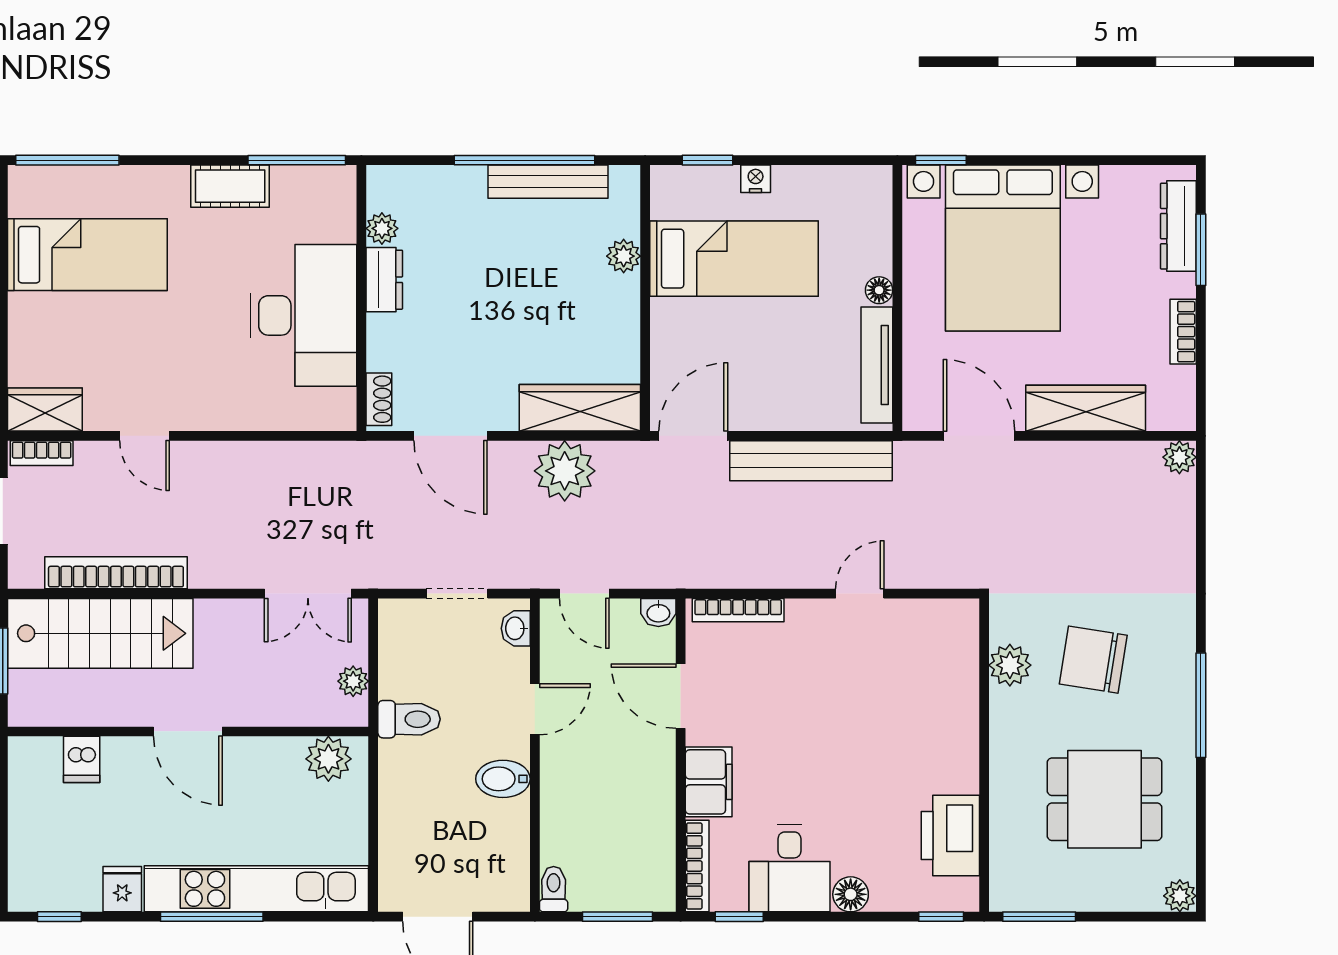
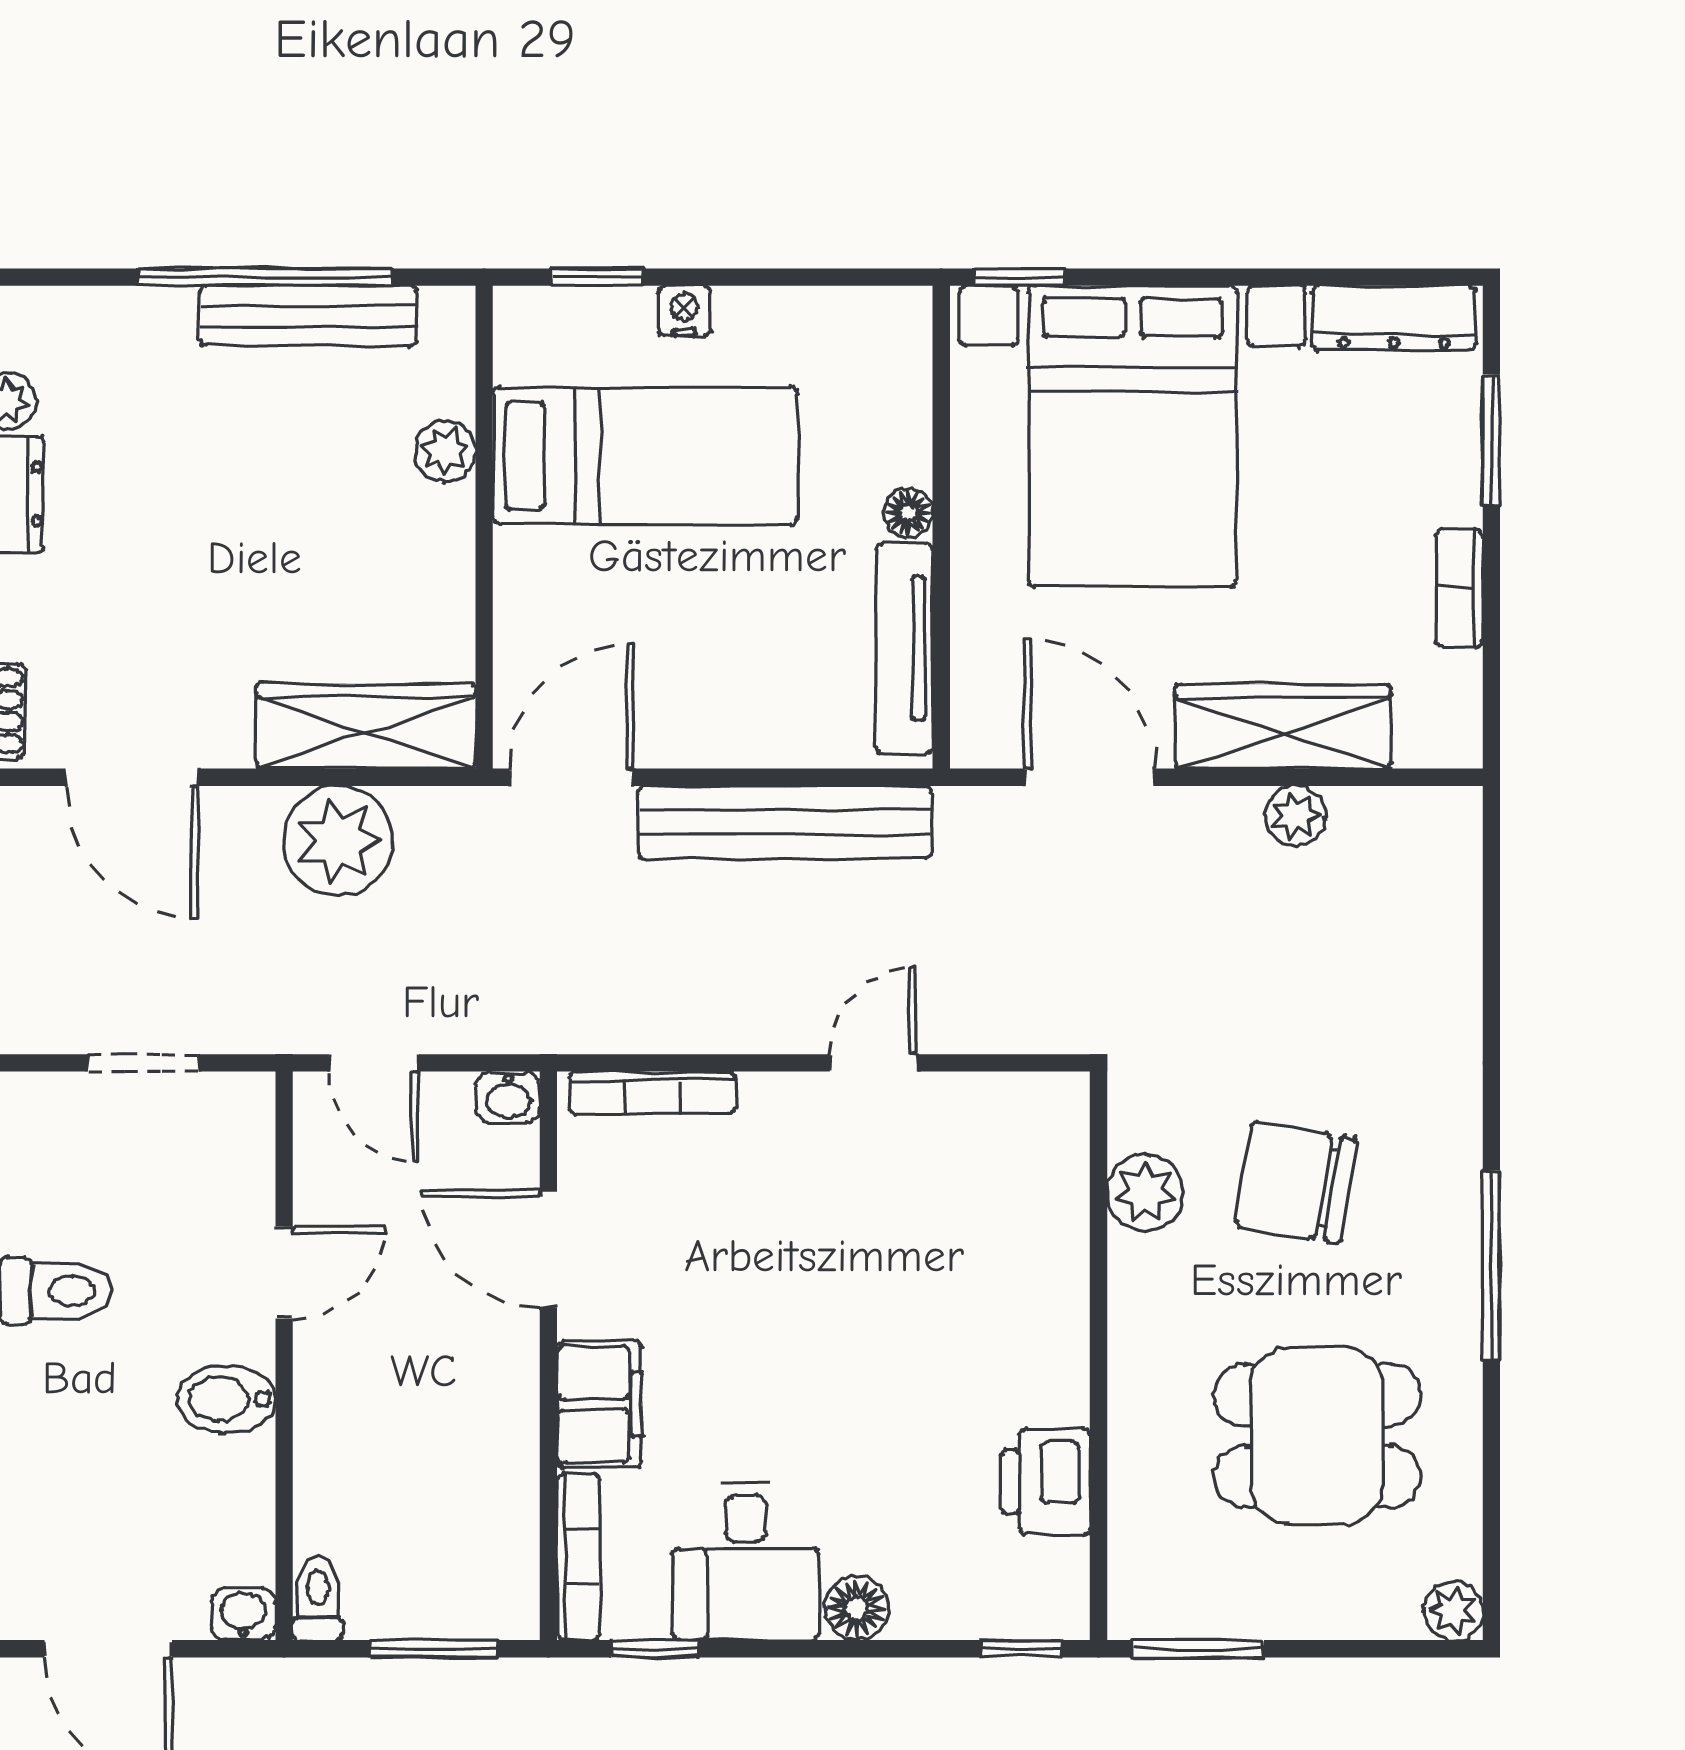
dresser: (1178, 226) -> (1394, 318), moved, turned -90
plant: (1179, 457) -> (1296, 816), moved
washbasin: (516, 628) -> (243, 1614), moved, turned 90
printer: (950, 836) -> (1046, 1482), width x0.73, depth x0.84

